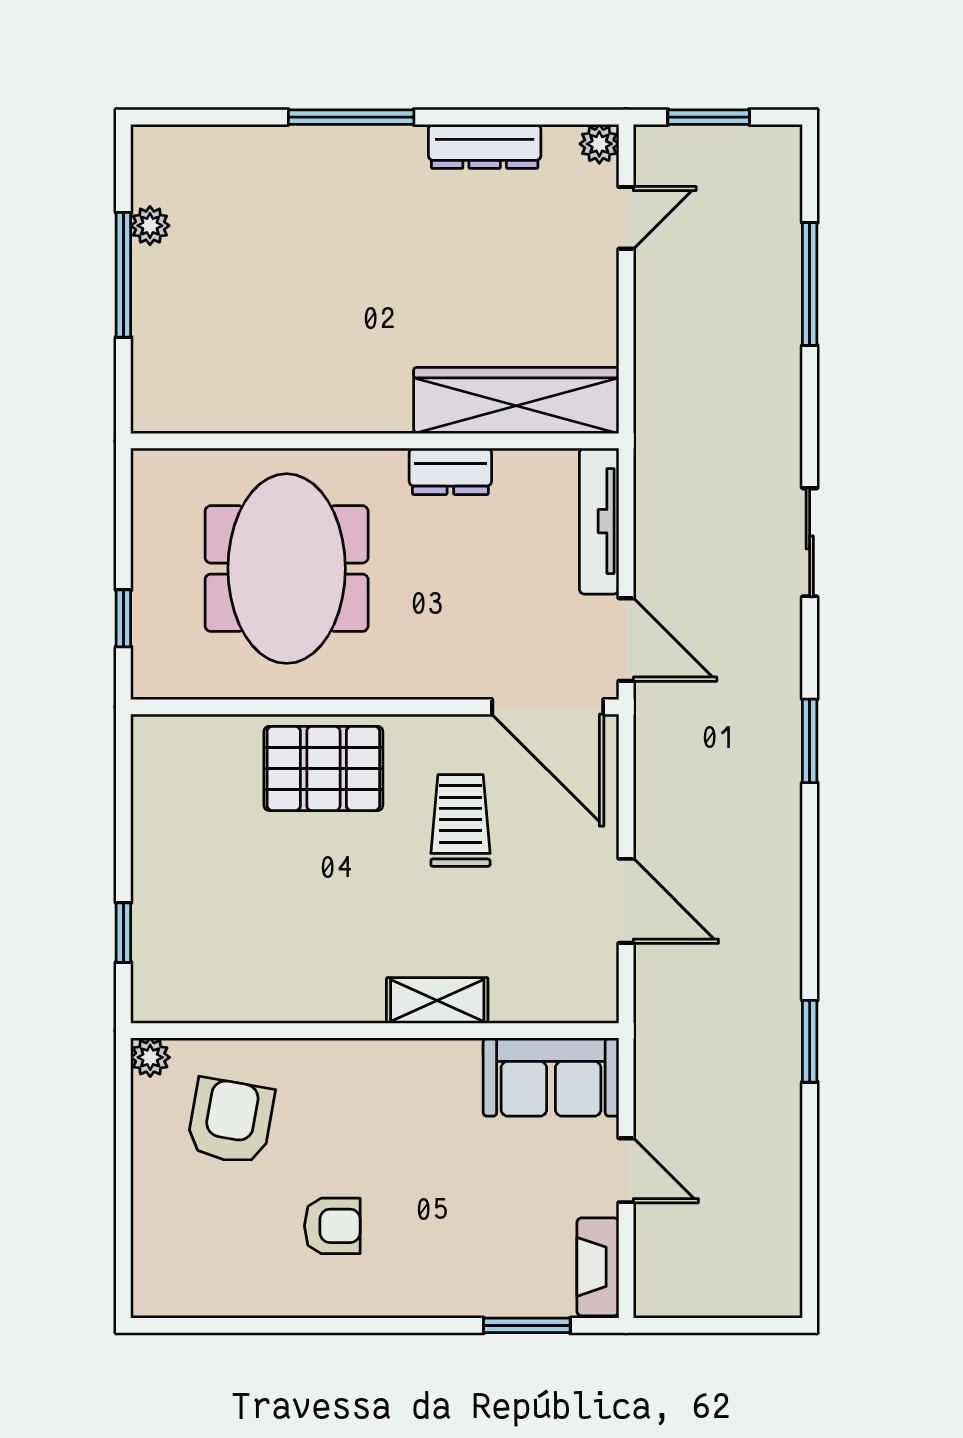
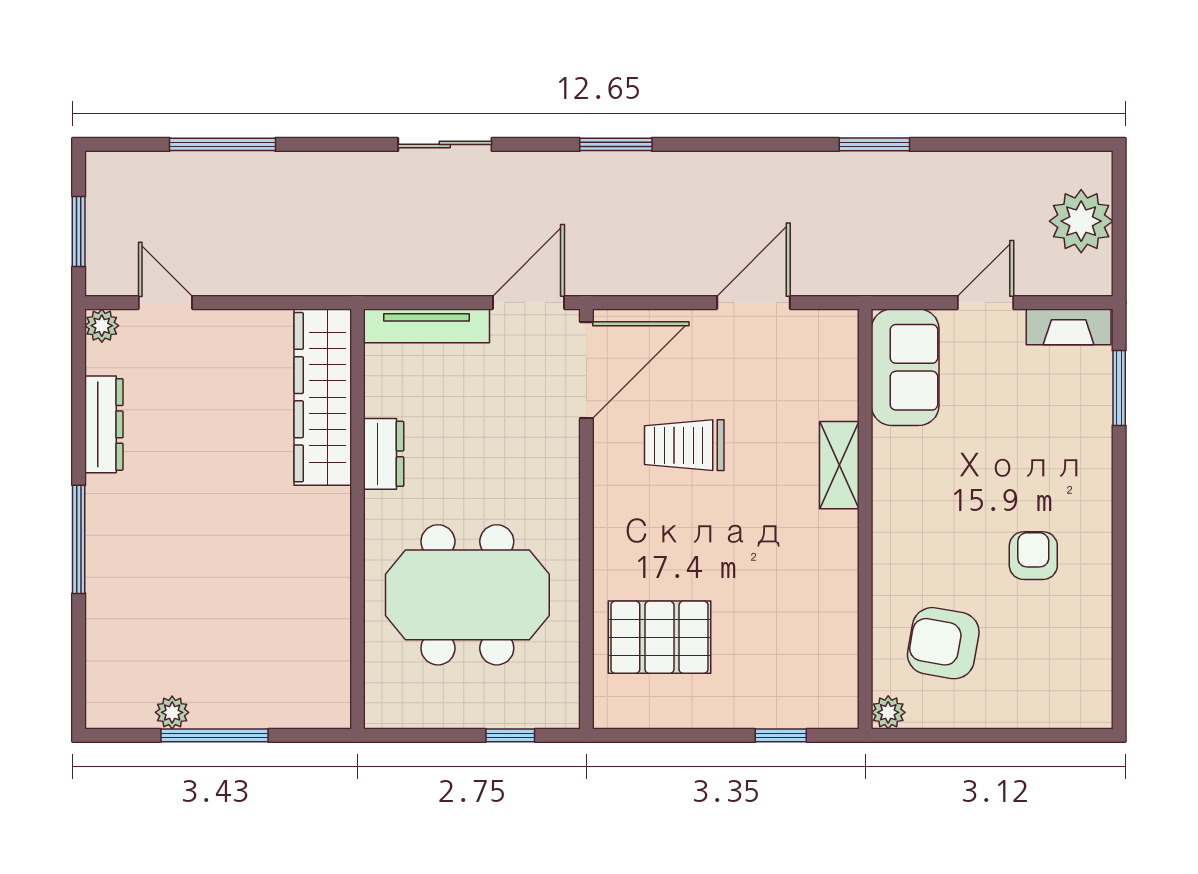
pallet: (323, 768) -> (659, 637), moved, turned 90
plant: (721, 1281) -> (1081, 221), added

